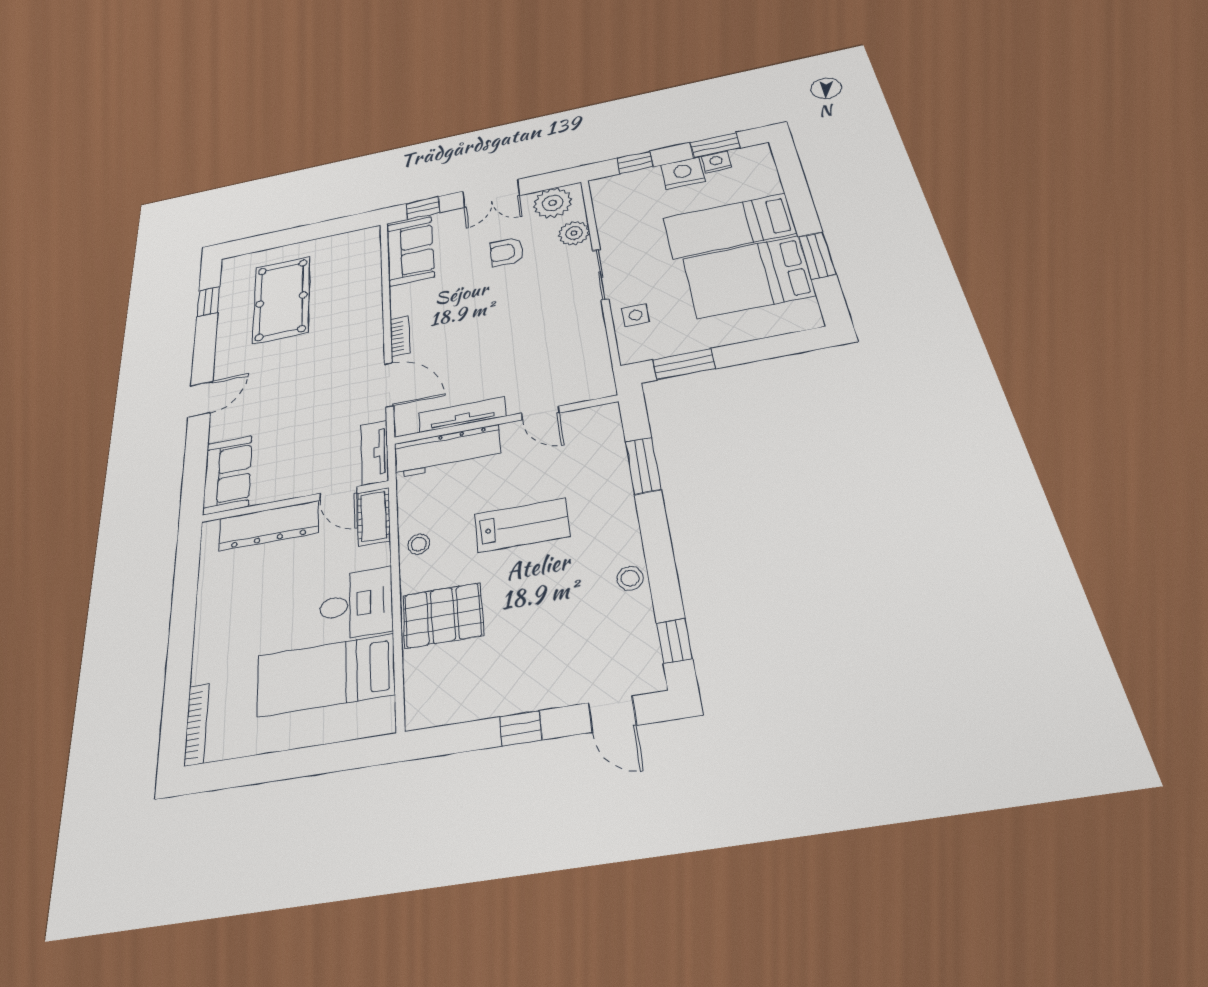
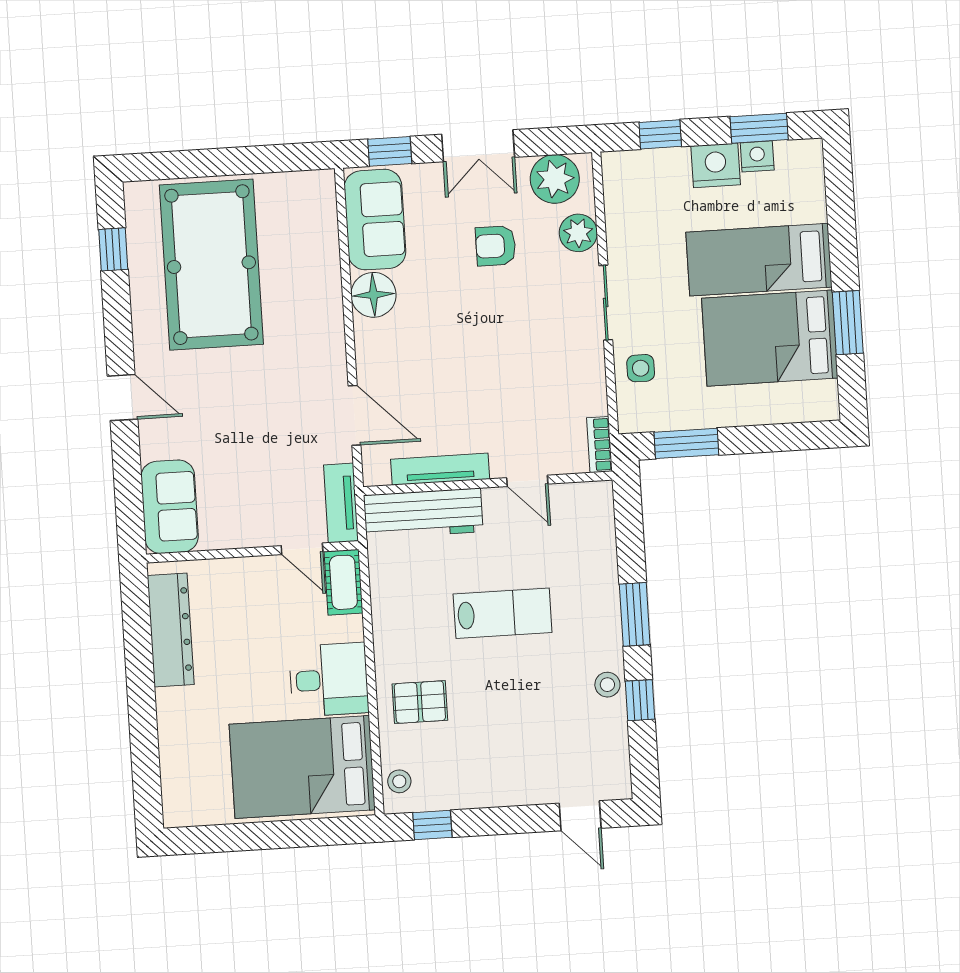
pool table: (281, 299) -> (211, 265), width x1.36, depth x1.32
floor lamp: (408, 299) -> (373, 295), added
bookcase: (400, 336) -> (599, 445), moved, turned 180
door: (200, 399) -> (122, 398), hinge flipped
window: (643, 466) -> (635, 614), moved
dresser: (269, 526) -> (171, 630), moved, turned -90
stool: (419, 544) -> (399, 781), moved
pallet: (443, 615) -> (420, 702), width x0.67, depth x0.71
window: (674, 641) -> (640, 700), moved
bed: (325, 675) -> (302, 767), width x1.50
bookcase: (196, 724) -> (171, 788), removed
window: (521, 728) -> (432, 825), moved

